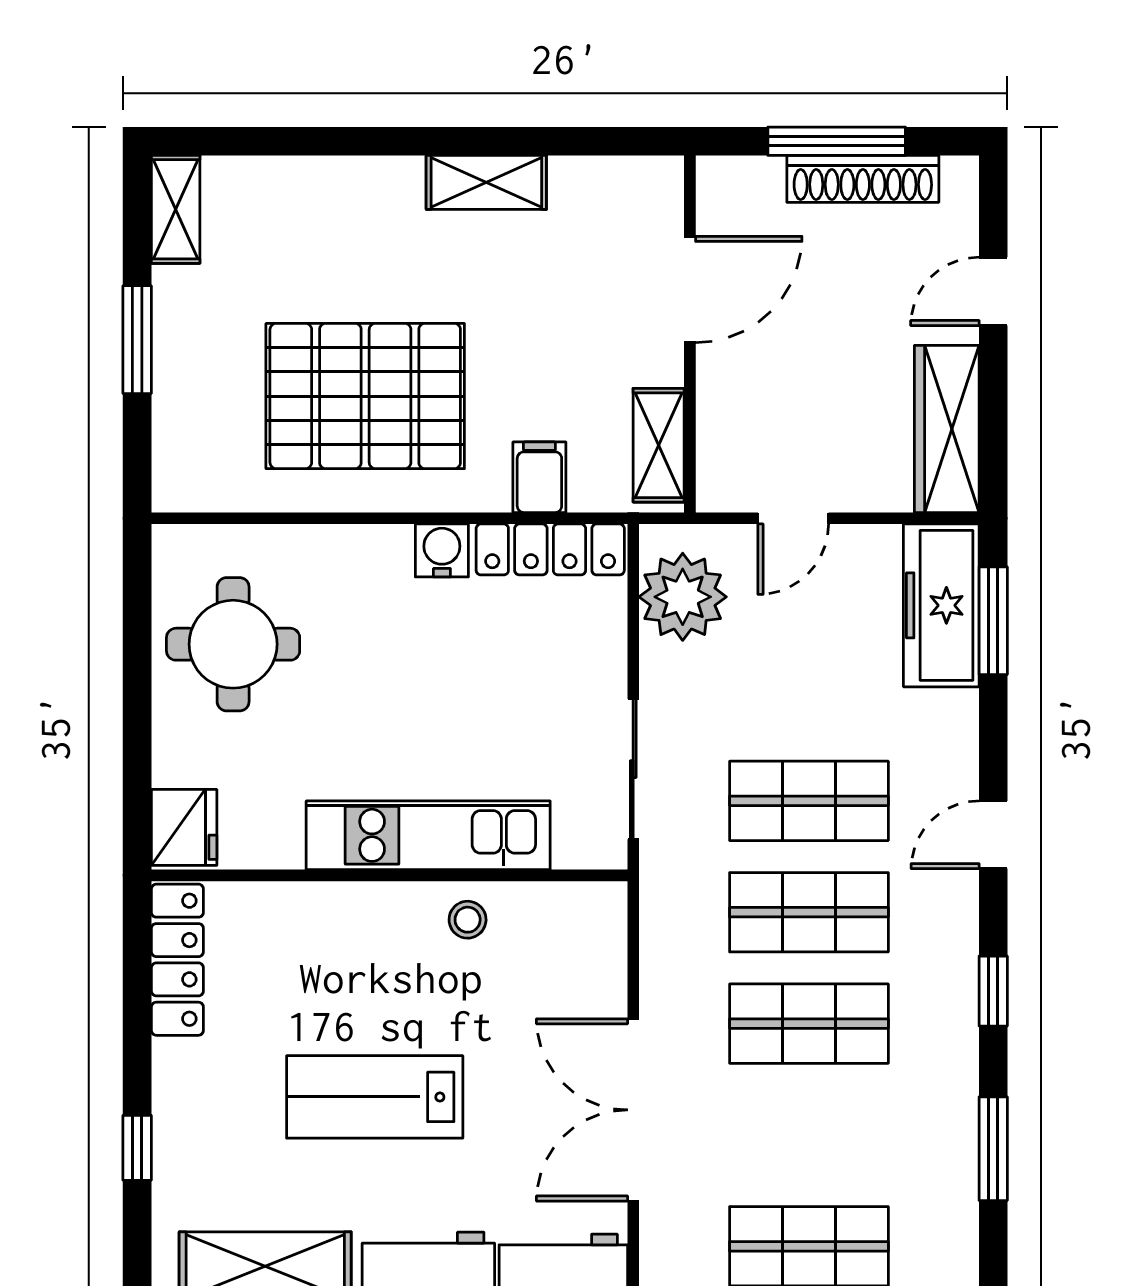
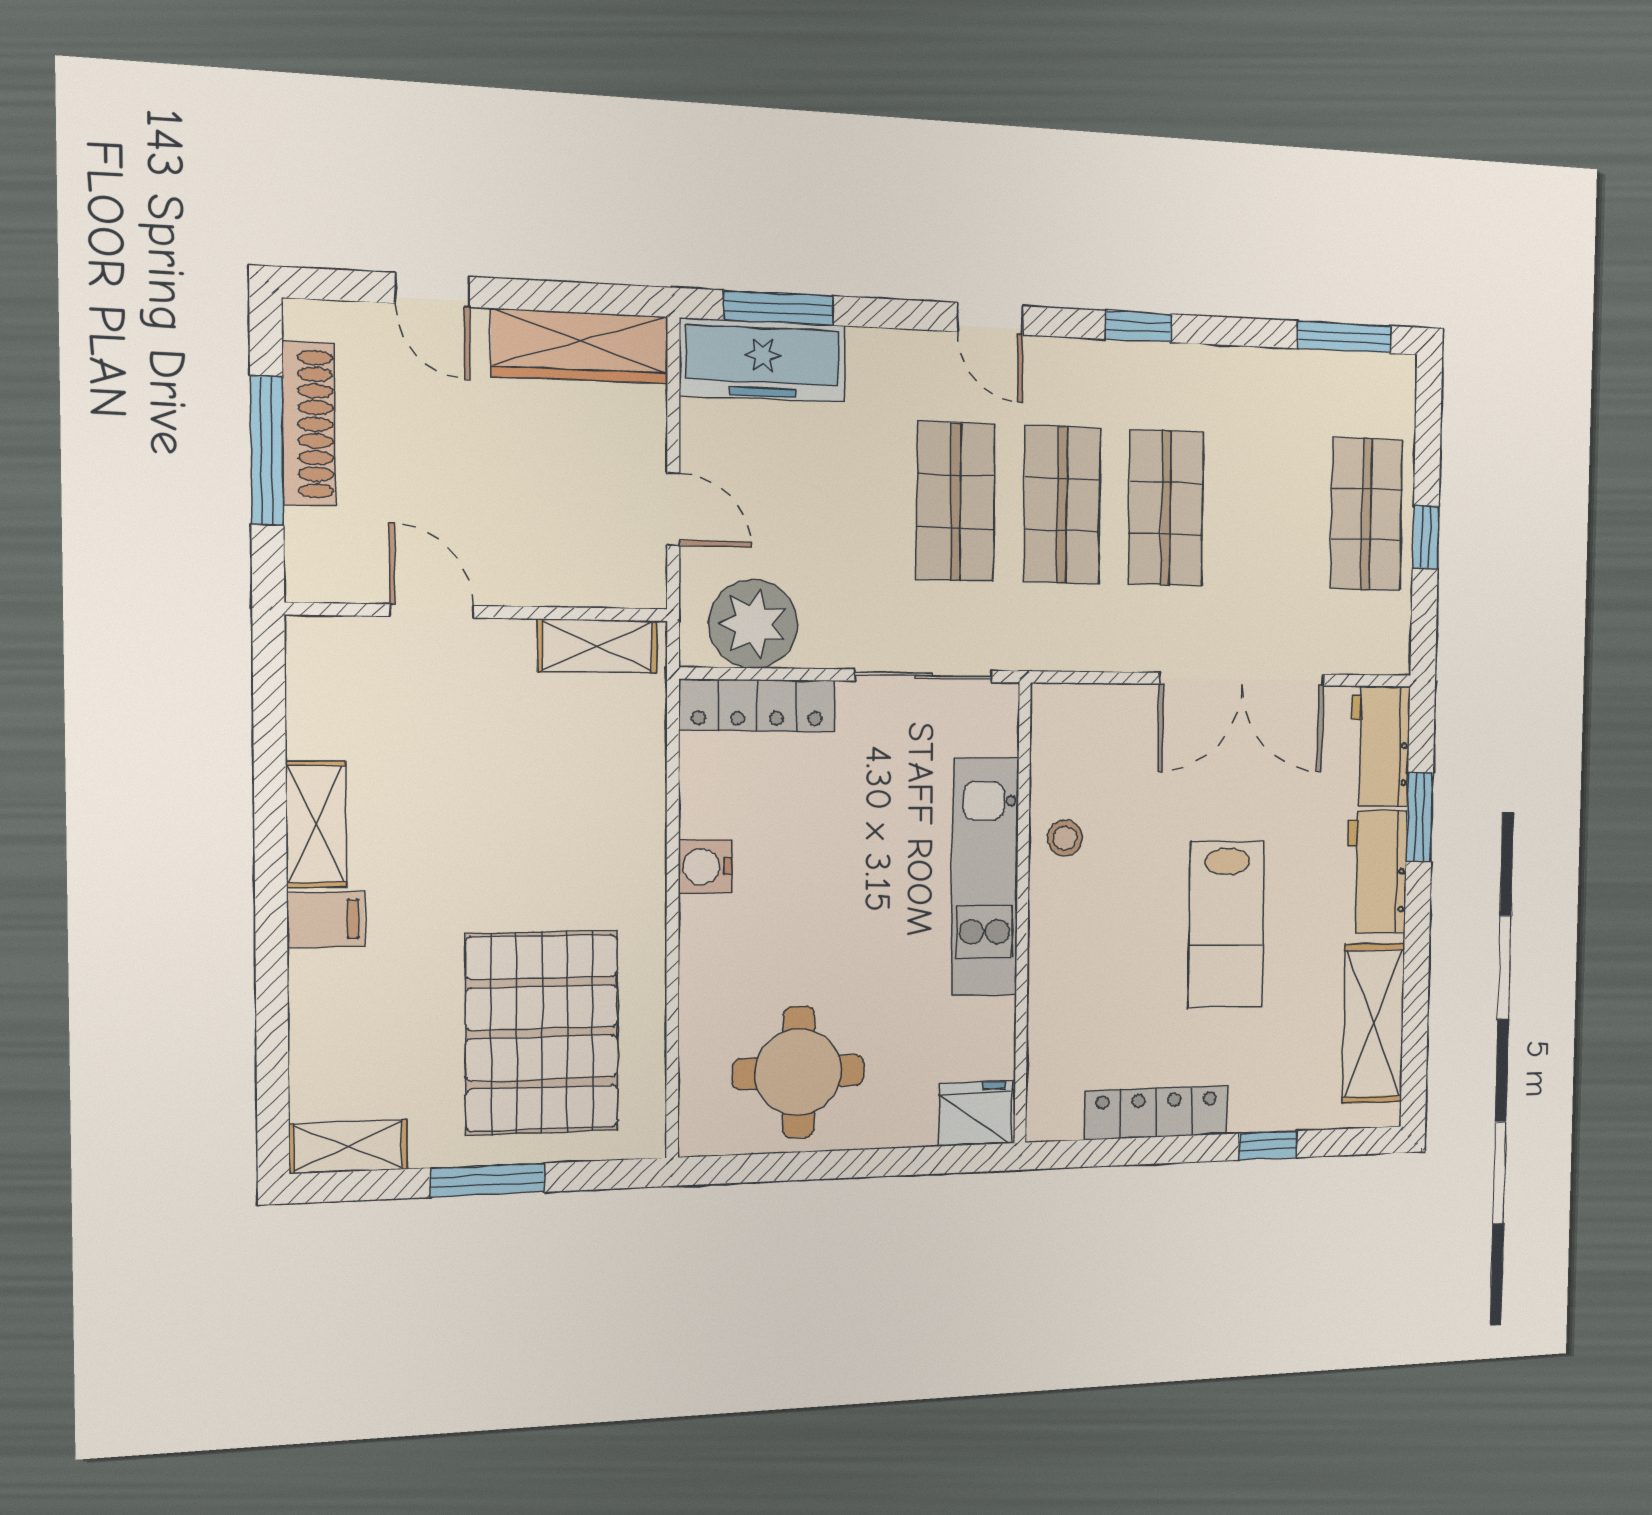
door: (690, 289) -> (432, 611), width x0.73
pallet: (365, 396) -> (542, 1033), moved
filing cabinet: (539, 477) -> (326, 920), moved, turned 180
locker: (550, 549) -> (757, 705), moved, turned 90
locker: (177, 960) -> (1156, 1113), moved
window: (993, 1149) -> (1344, 337), moved

